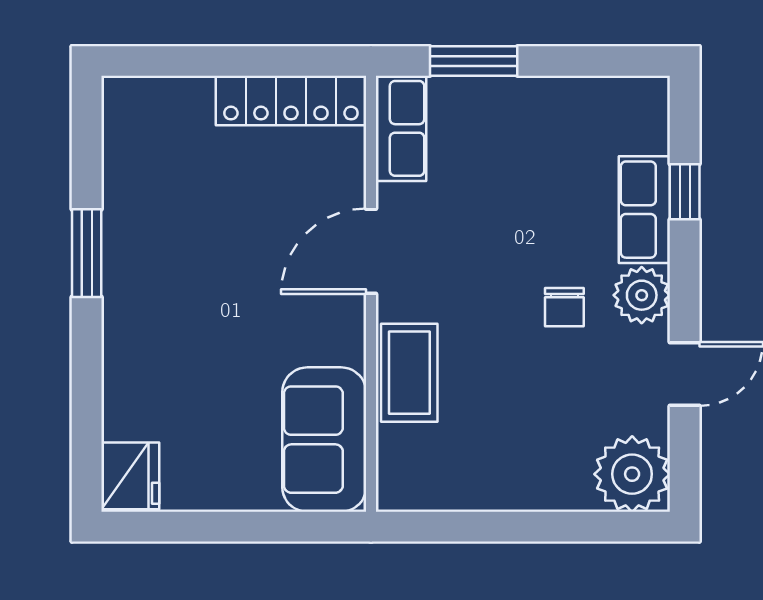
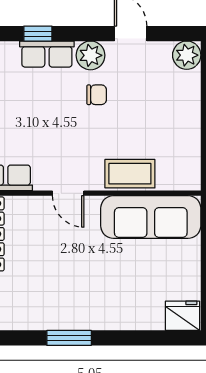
door: (371, 251) -> (68, 193), width x0.73
sofa: (324, 440) -> (151, 217), width x1.36
plant: (632, 474) -> (187, 55), width x0.73, depth x0.73

